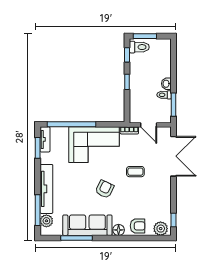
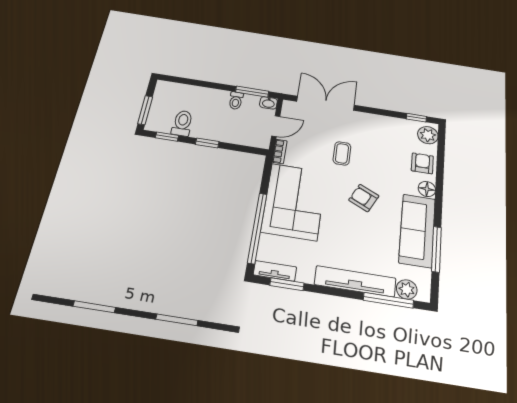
toilet: (139, 47) -> (182, 123), moved
washbasin: (166, 84) -> (268, 103), moved

